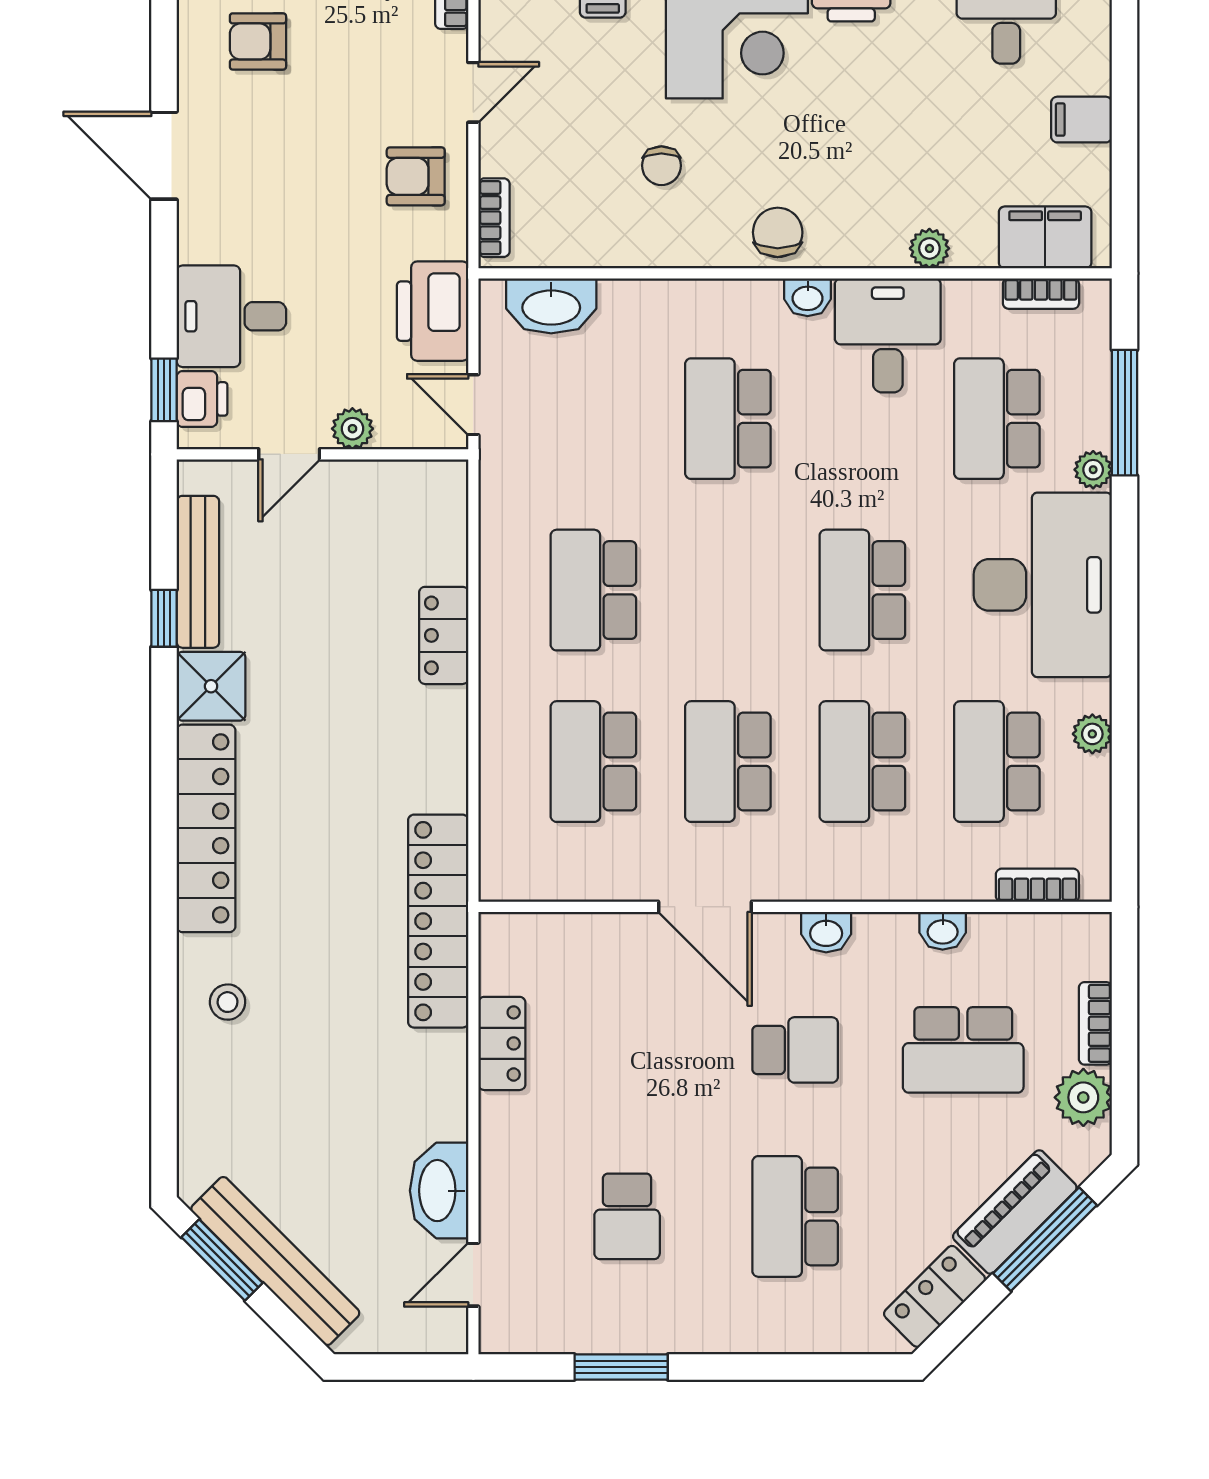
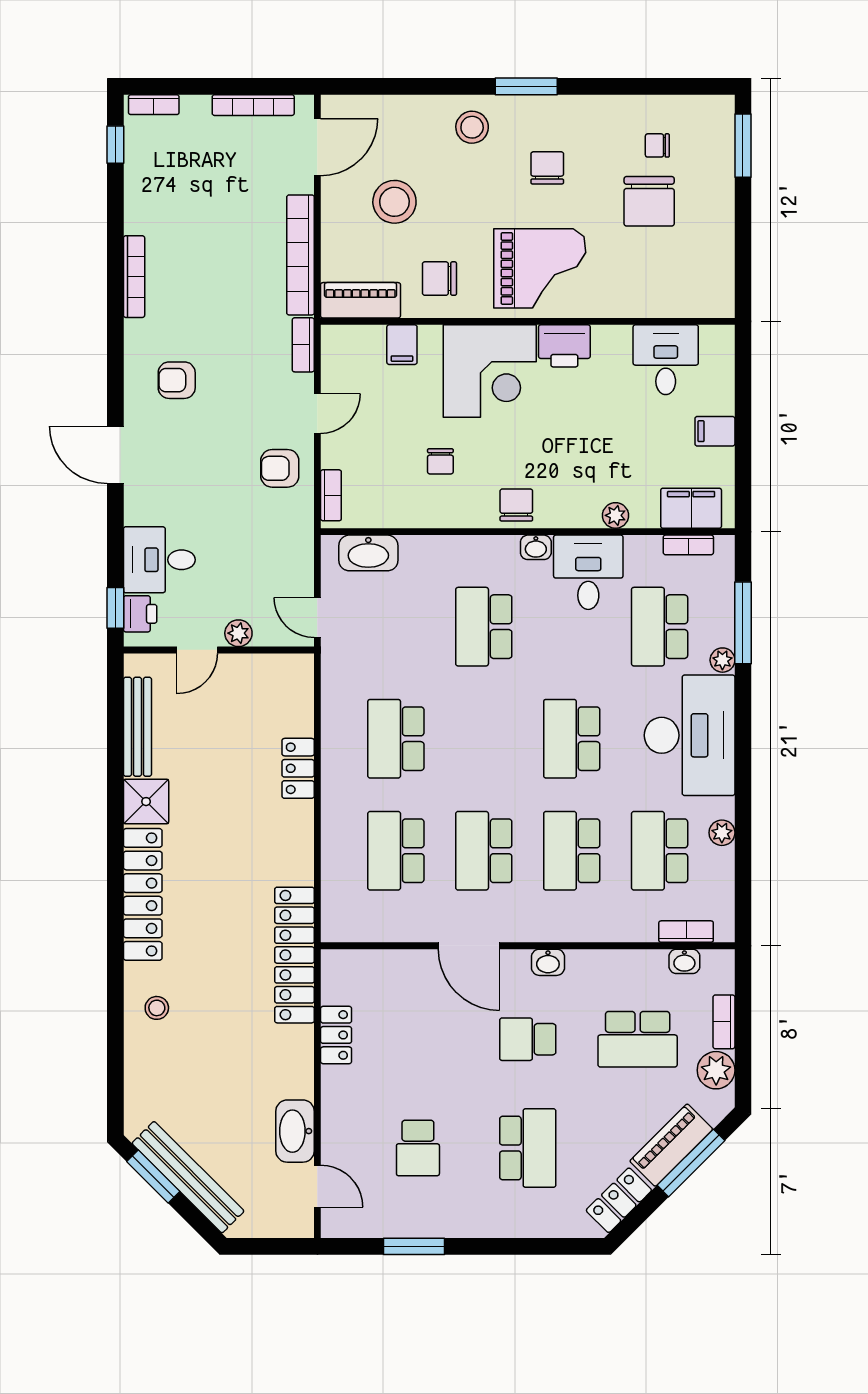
printer: (433, 311) -> (291, 556), removed
window: (164, 618) -> (115, 757), removed
washbasin: (943, 931) -> (684, 961), moved
school desk: (795, 1050) -> (528, 1039), turned 180
school desk: (795, 1216) -> (528, 1148), turned 180
door: (473, 1275) -> (317, 1186), swing flipped

